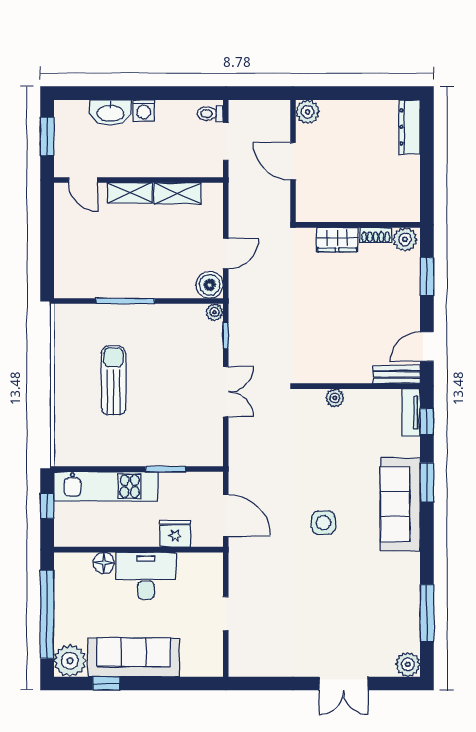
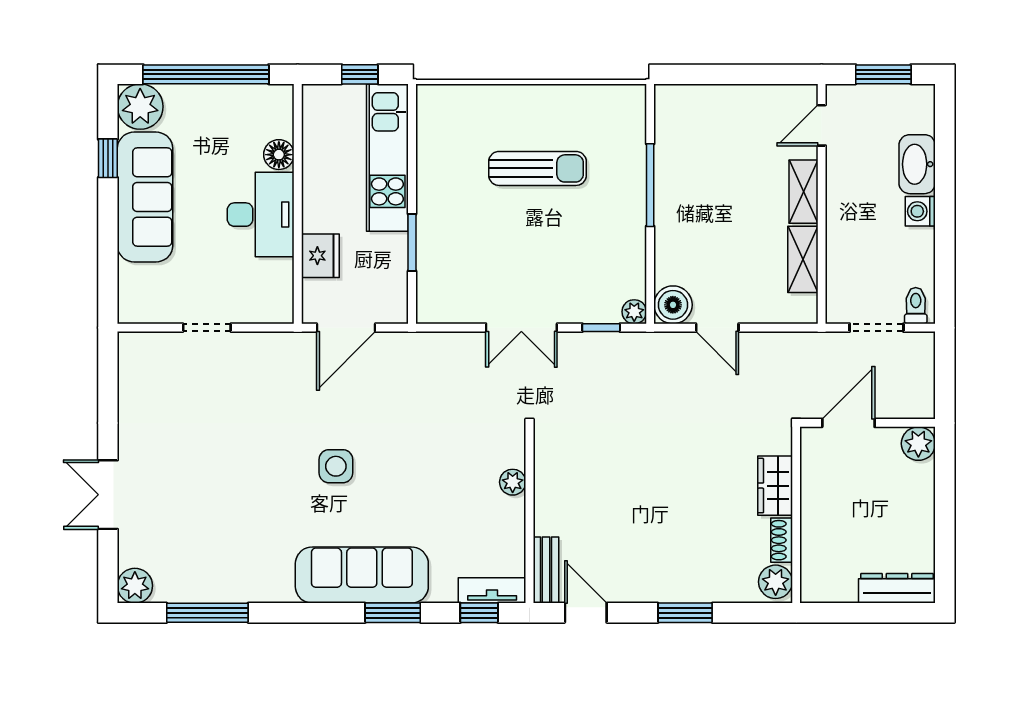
wall: (358, 225) -> (796, 515), moved
shoe rack: (376, 235) -> (782, 540), moved
plant: (405, 239) -> (776, 582), moved
wardrobe: (337, 240) -> (775, 486), moved

